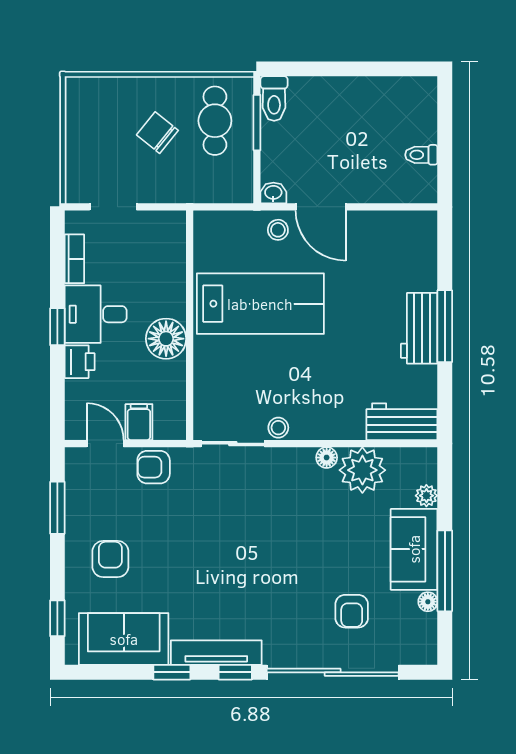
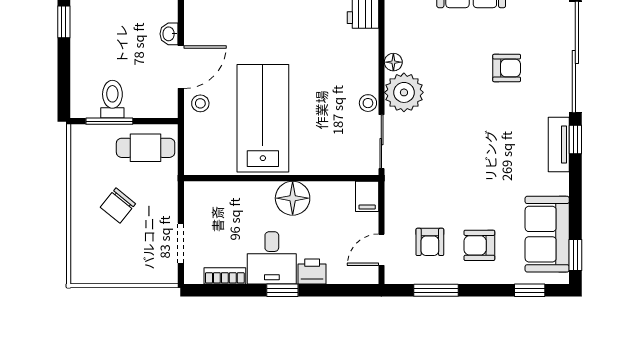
window: (374, 69) -> (64, 22), added
toilet: (274, 99) -> (112, 99), moved, turned -90
cafe table: (215, 121) -> (146, 148), moved
washbasin: (273, 193) -> (169, 34), moved
filing cabinet: (139, 422) -> (367, 196), moved, turned -90
armchair: (154, 467) -> (430, 242), moved
plant: (362, 470) -> (404, 92), moved
armchair: (352, 611) -> (507, 68), moved
tv unit: (216, 653) -> (559, 144), width x0.71
window: (172, 672) -> (575, 255), moved

